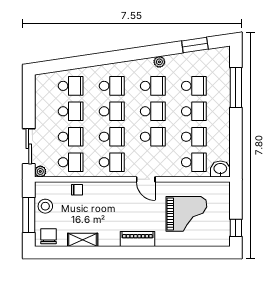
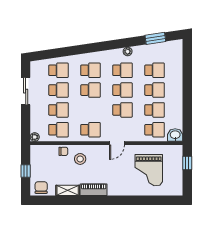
window: (236, 88) -> (187, 72), removed
school desk: (112, 137) -> (90, 110), removed
sliding door: (29, 146) -> (26, 91), moved
door: (146, 179) -> (117, 143), hinge flipped
stool: (45, 206) -> (80, 159), moved
grand piano: (186, 214) -> (149, 170), turned 90
window: (29, 215) -> (26, 171), width x0.46
window: (236, 228) -> (187, 163), moved
piano: (137, 239) -> (94, 190), moved

